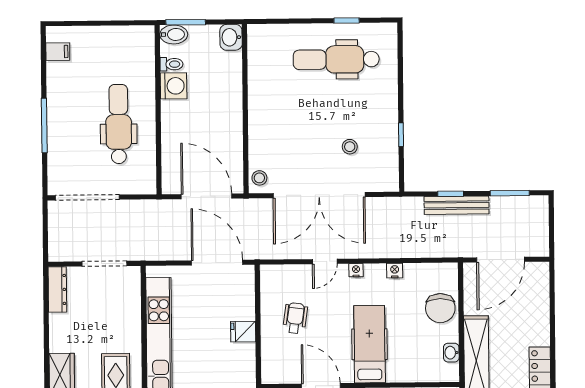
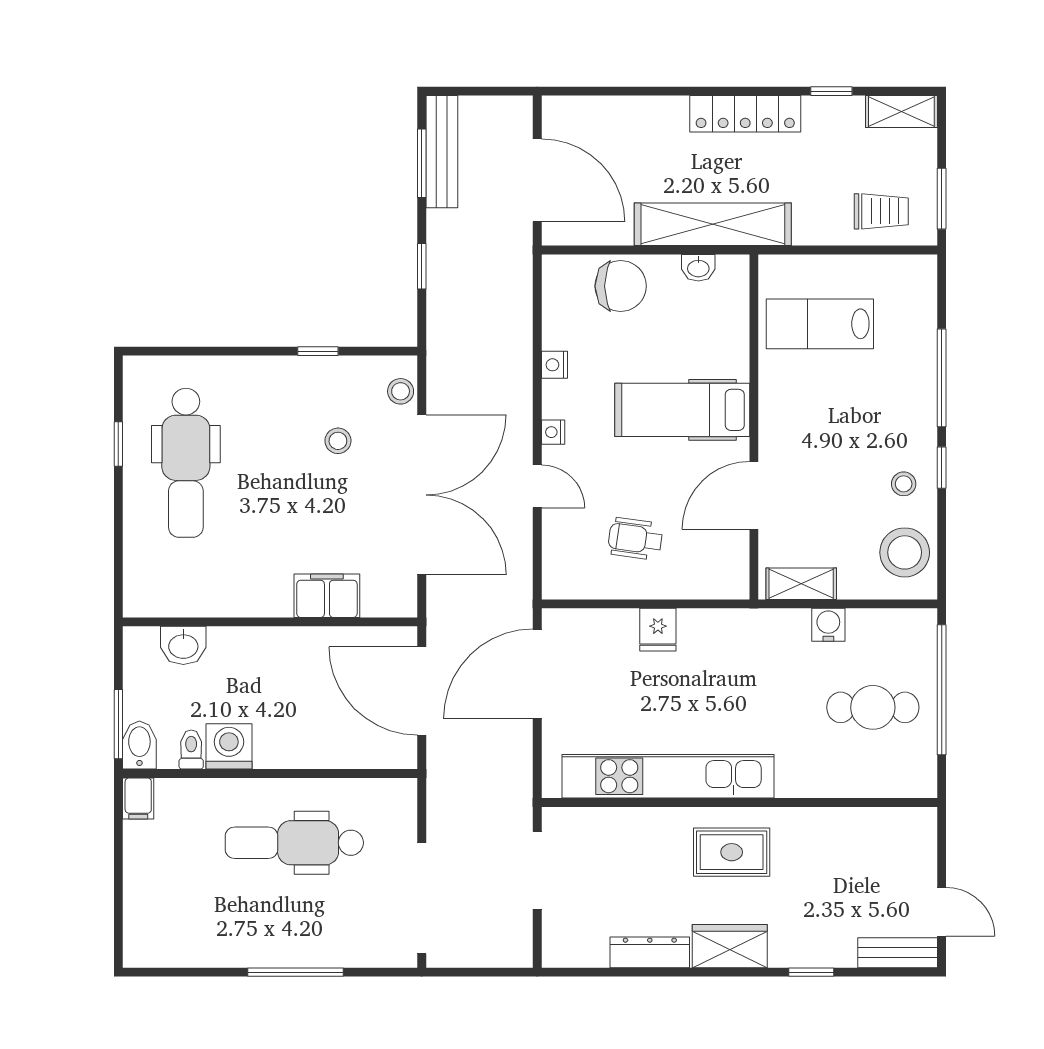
washbasin: (231, 37) -> (183, 645), moved
filing cabinet: (58, 52) -> (138, 799), moved, turned 180
filing cabinet: (261, 141) -> (327, 596), added
stool: (259, 178) -> (401, 391), moved
door: (206, 196) -> (422, 691), hinge flipped
bench: (457, 205) -> (442, 152), moved
dresser: (57, 289) -> (650, 952), moved

